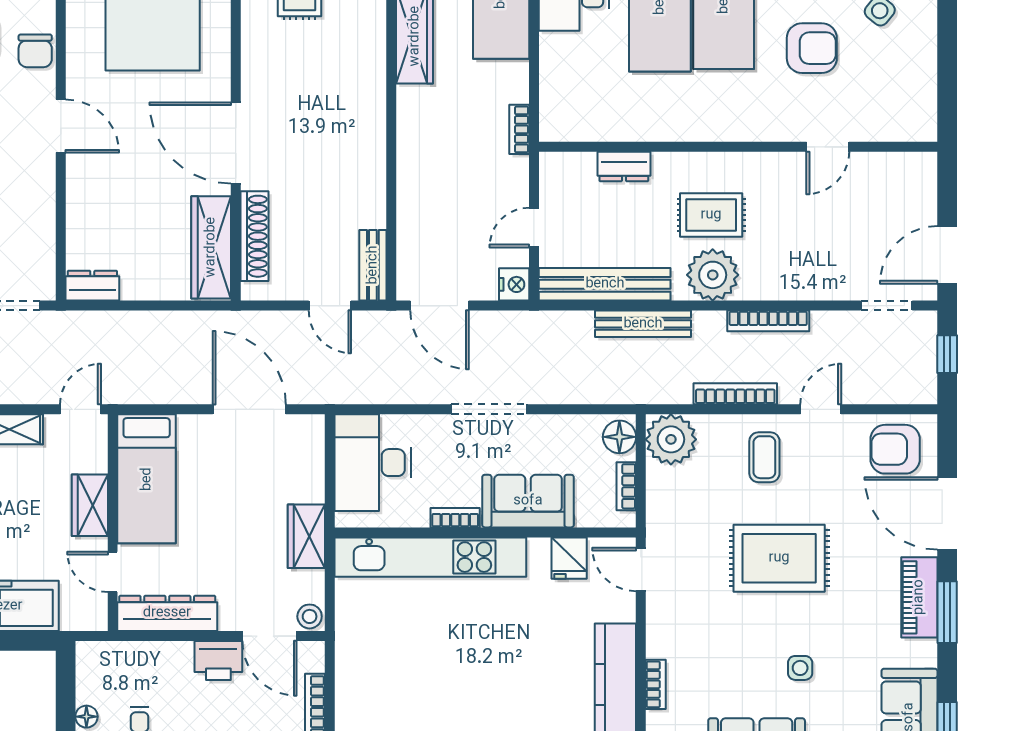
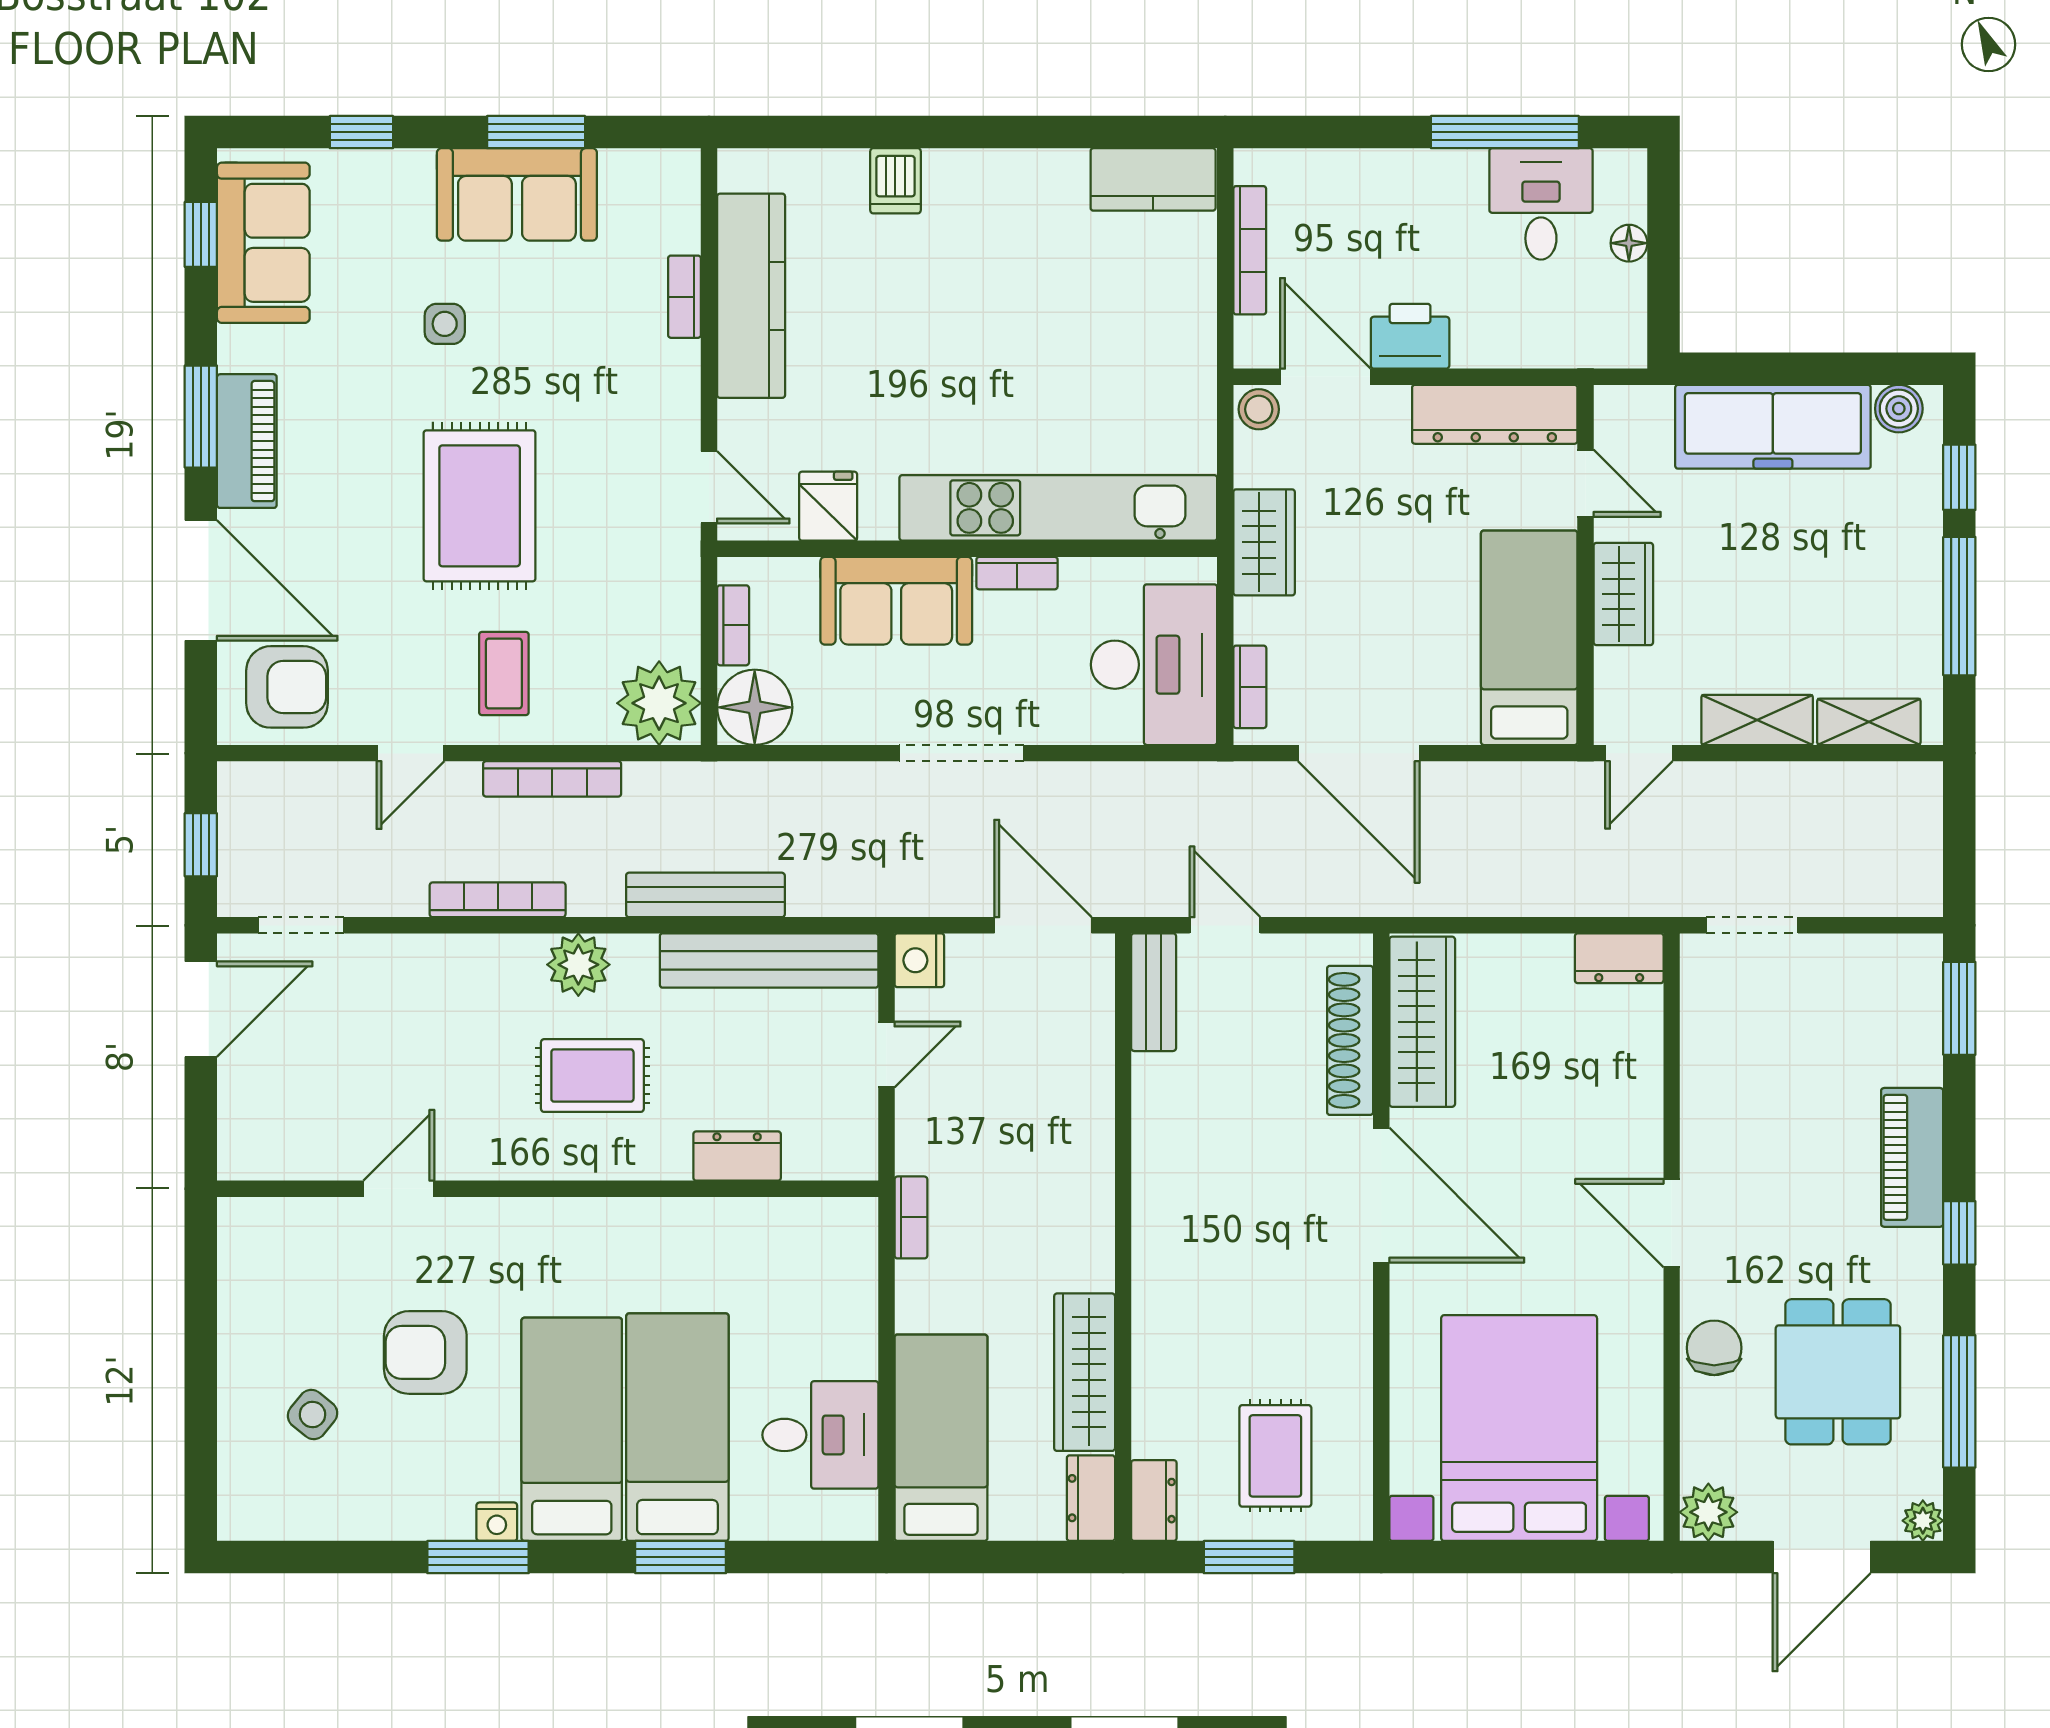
plant: (713, 275) -> (578, 965), width x0.73, depth x0.73
floor lamp: (619, 437) -> (755, 707), width x1.38, depth x1.38
bookcase: (315, 449) -> (1250, 687), added
rug: (779, 558) -> (480, 506), turned 90

